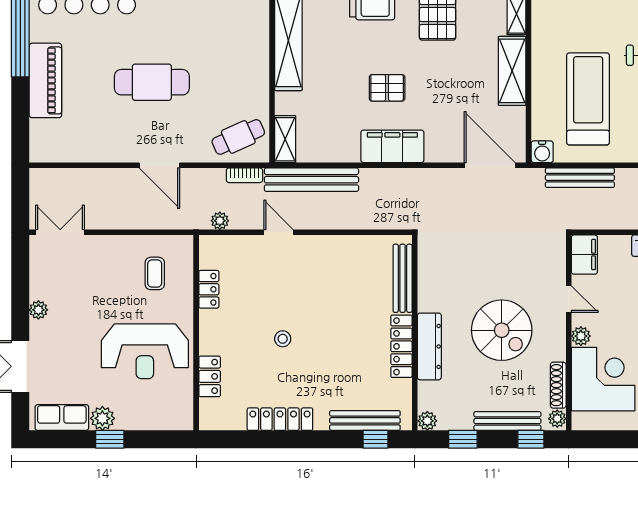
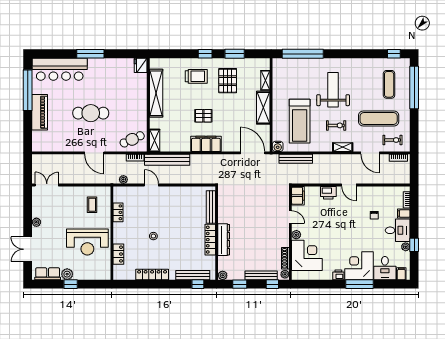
treadmill: (588, 99) -> (300, 121), turned 180
spiral stairs: (502, 330) -> (258, 232), removed

